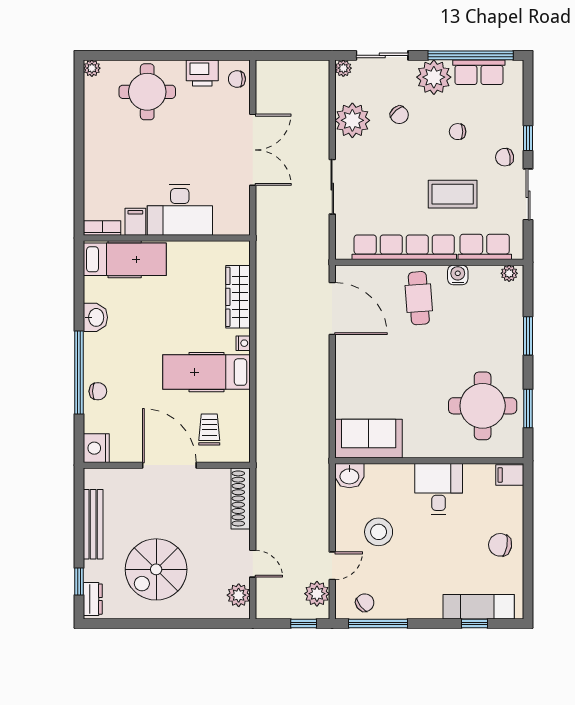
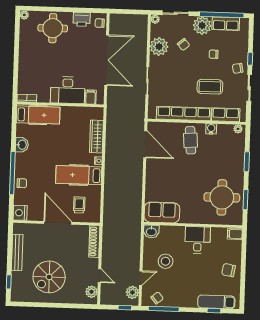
double door: (253, 150) -> (107, 60), width x1.36
filing cabinet: (135, 222) -> (91, 97), moved
dresser: (93, 599) -> (16, 291), removed

